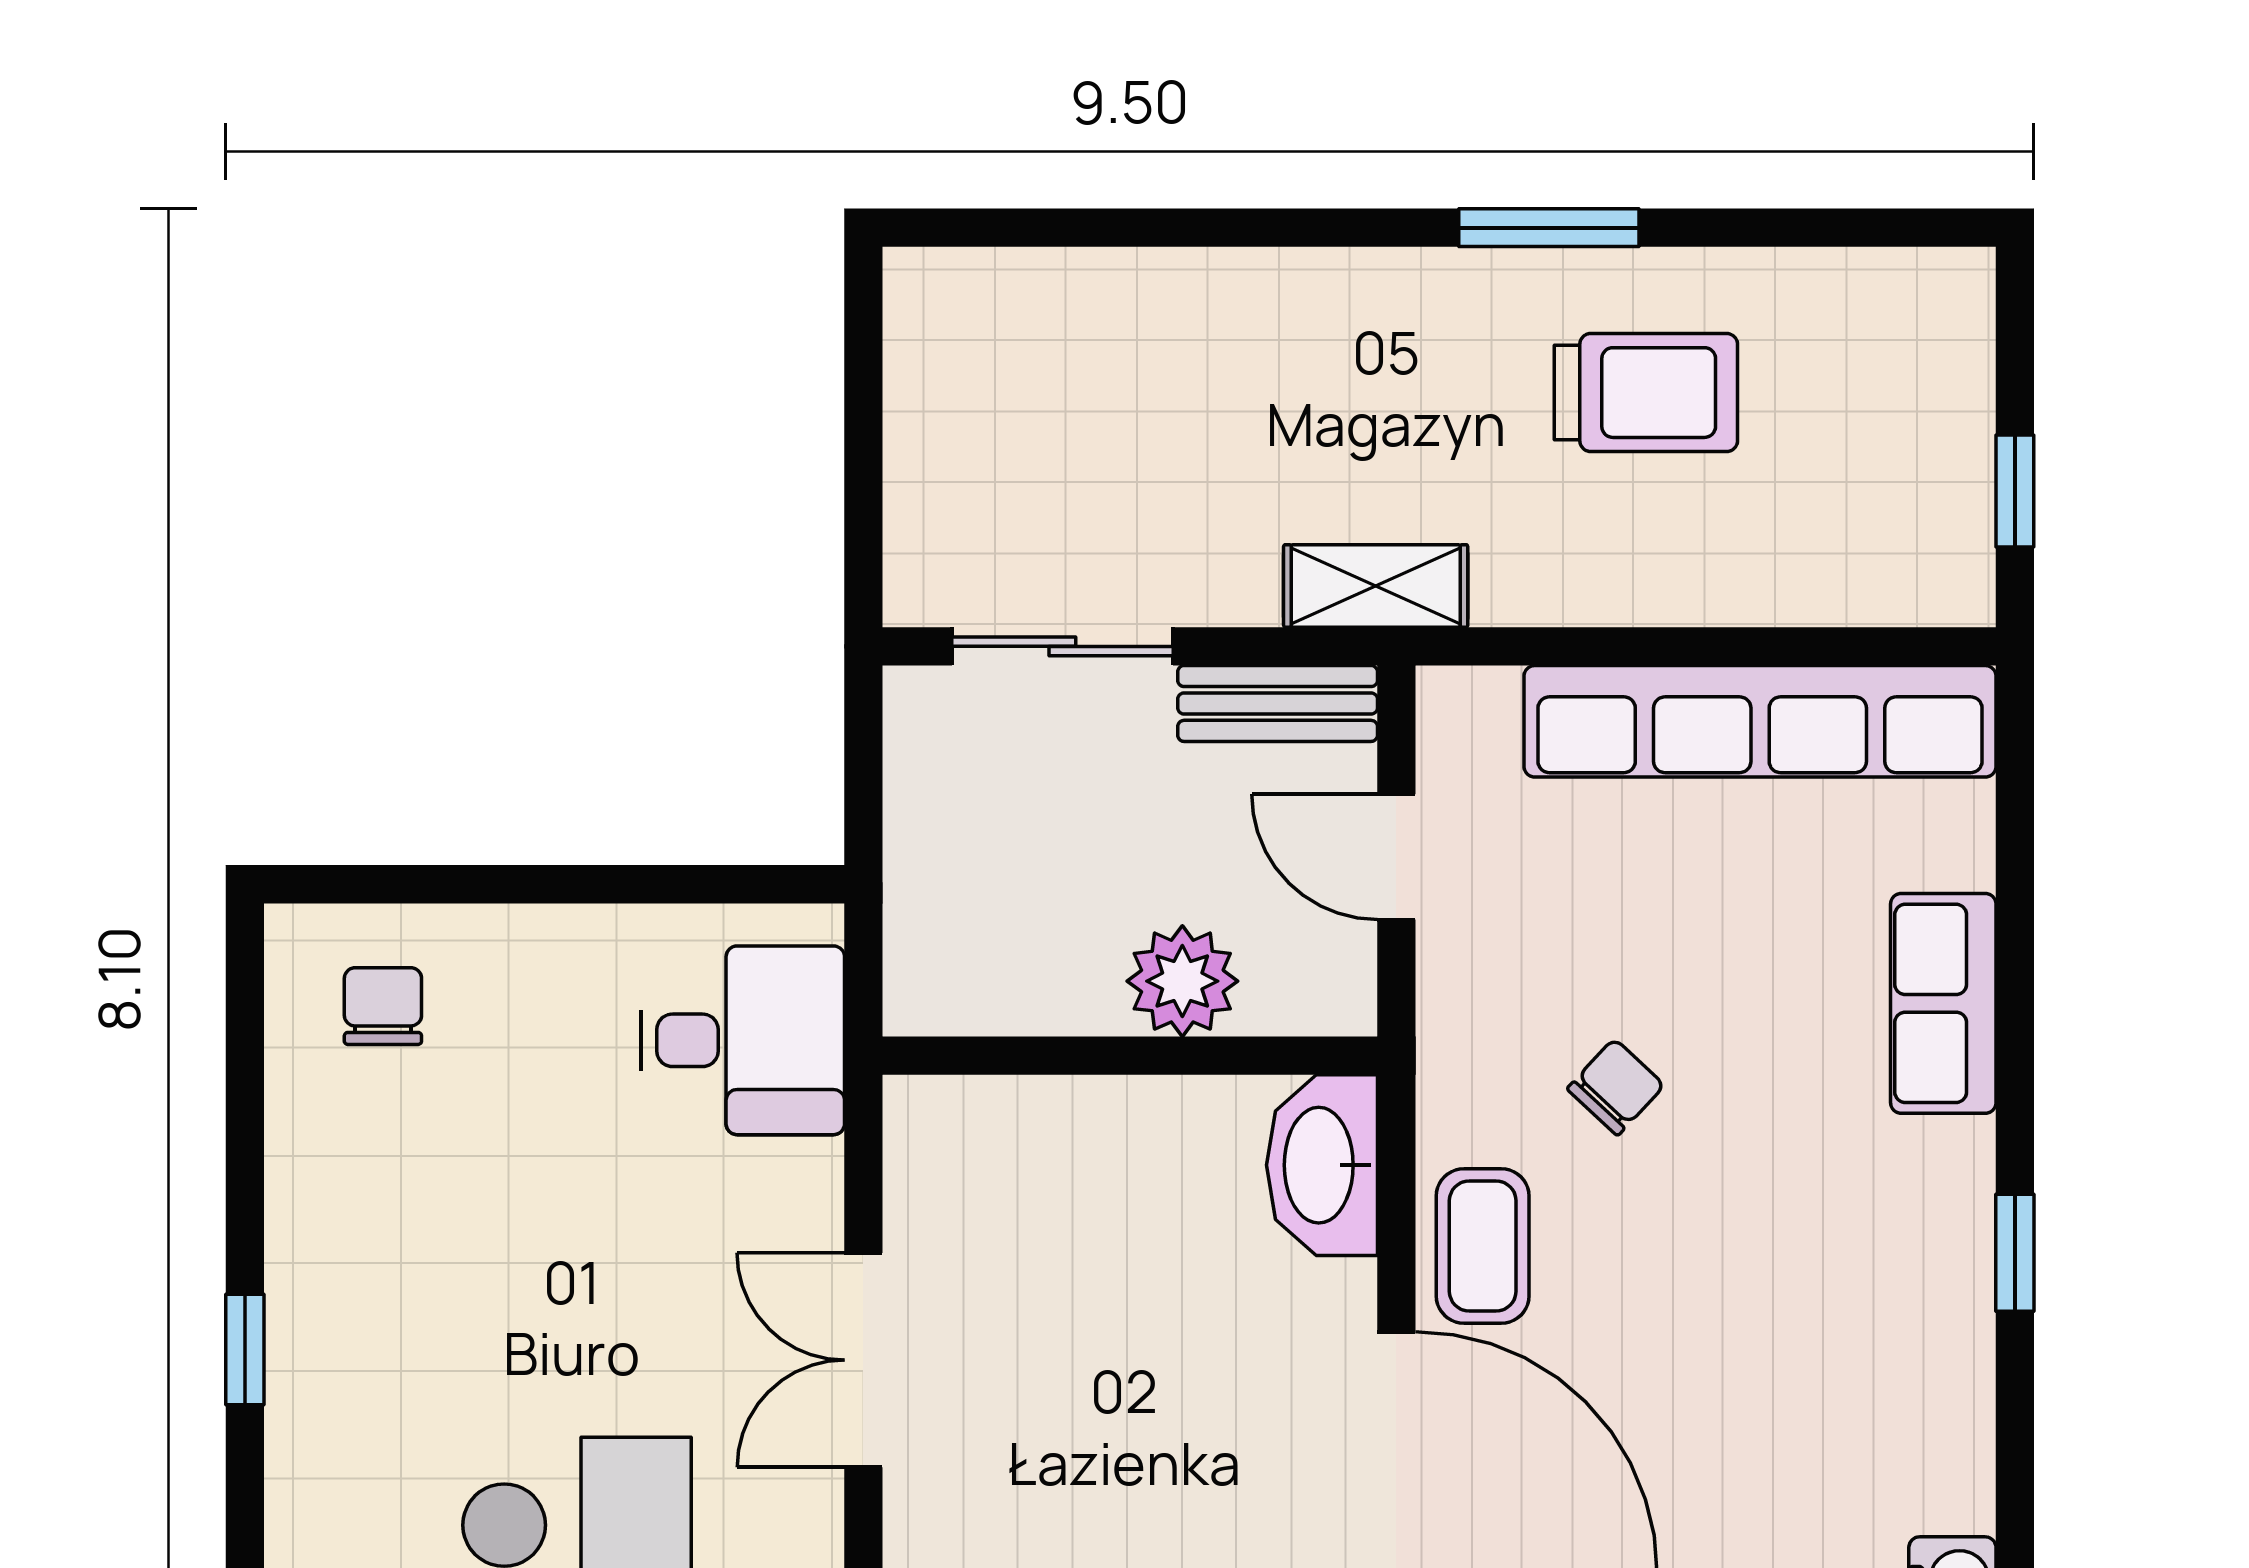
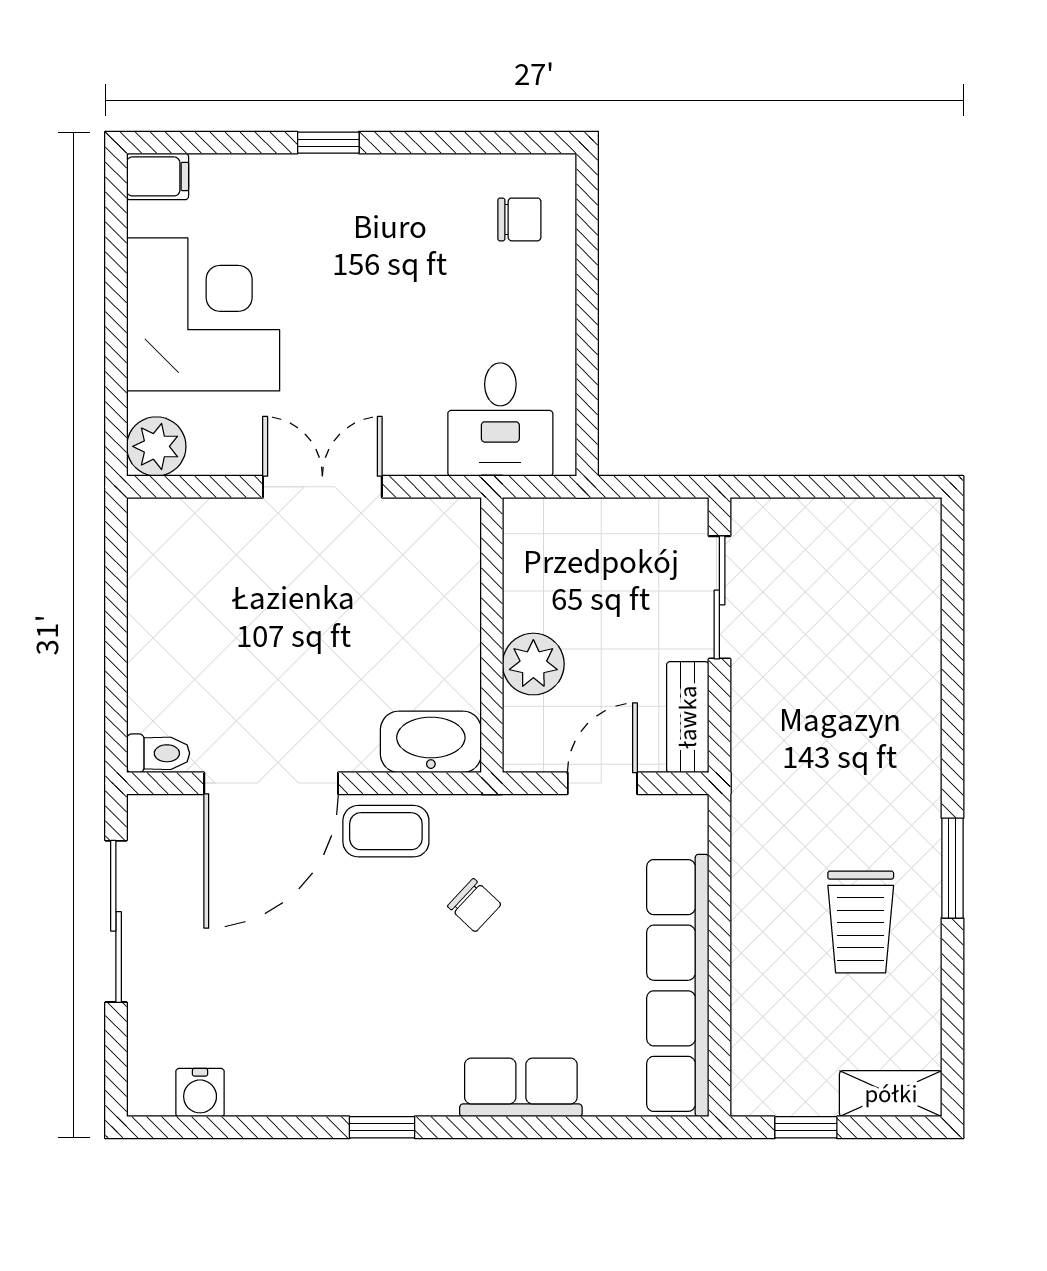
shelving: (1376, 586) -> (891, 1094), moved, turned 90

